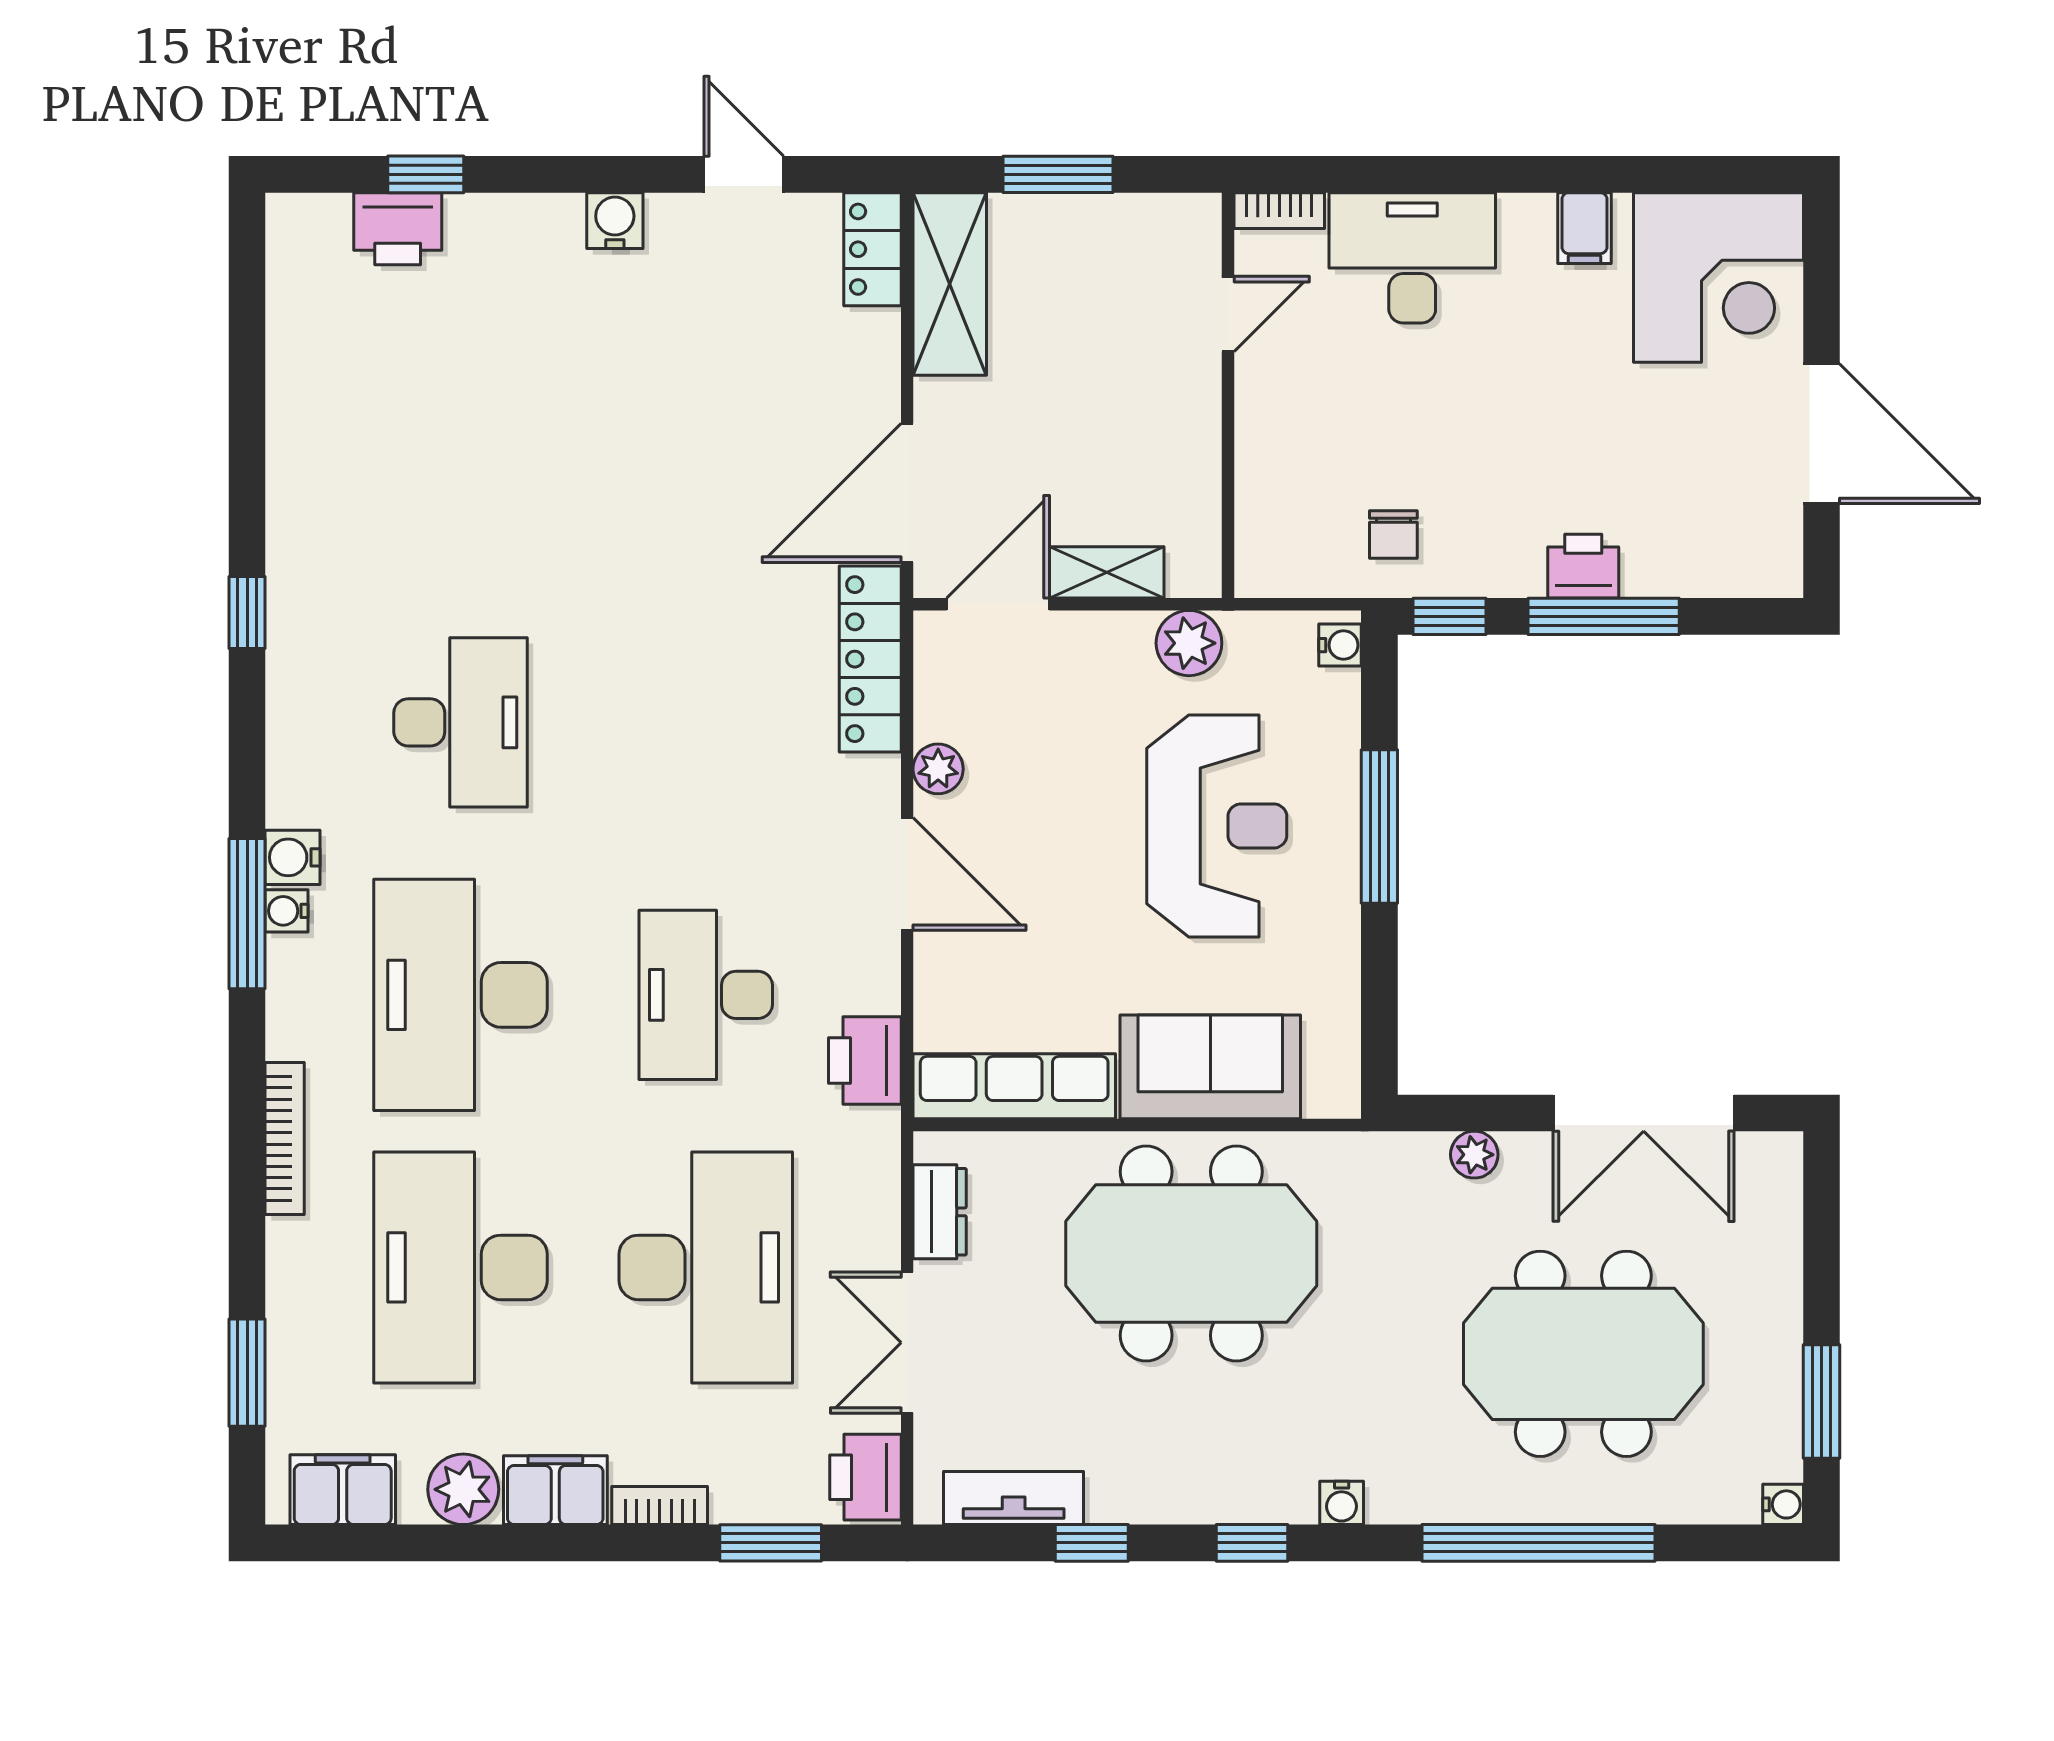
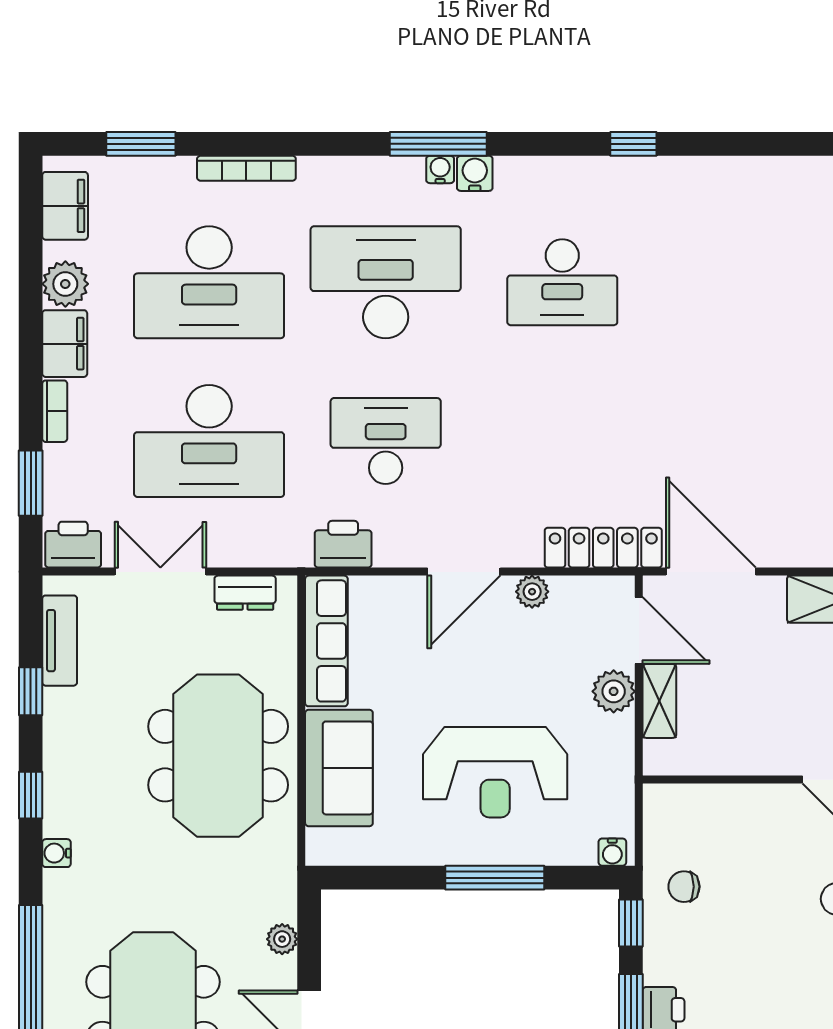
plant: (1189, 643) -> (614, 691), moved
bookcase: (285, 1138) -> (246, 168), moved
desk: (461, 1267) -> (209, 282), turned 180

